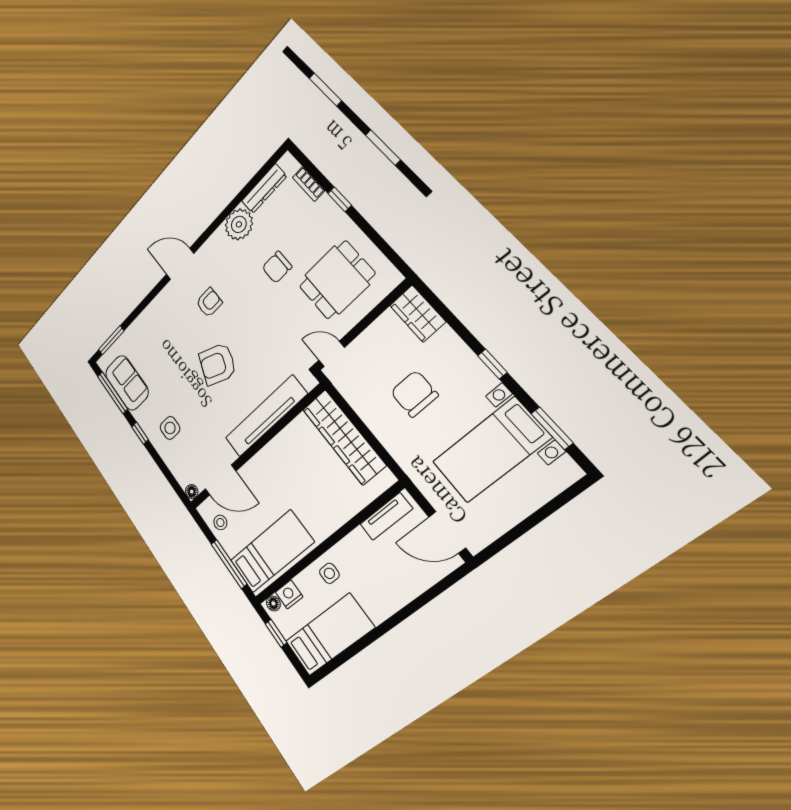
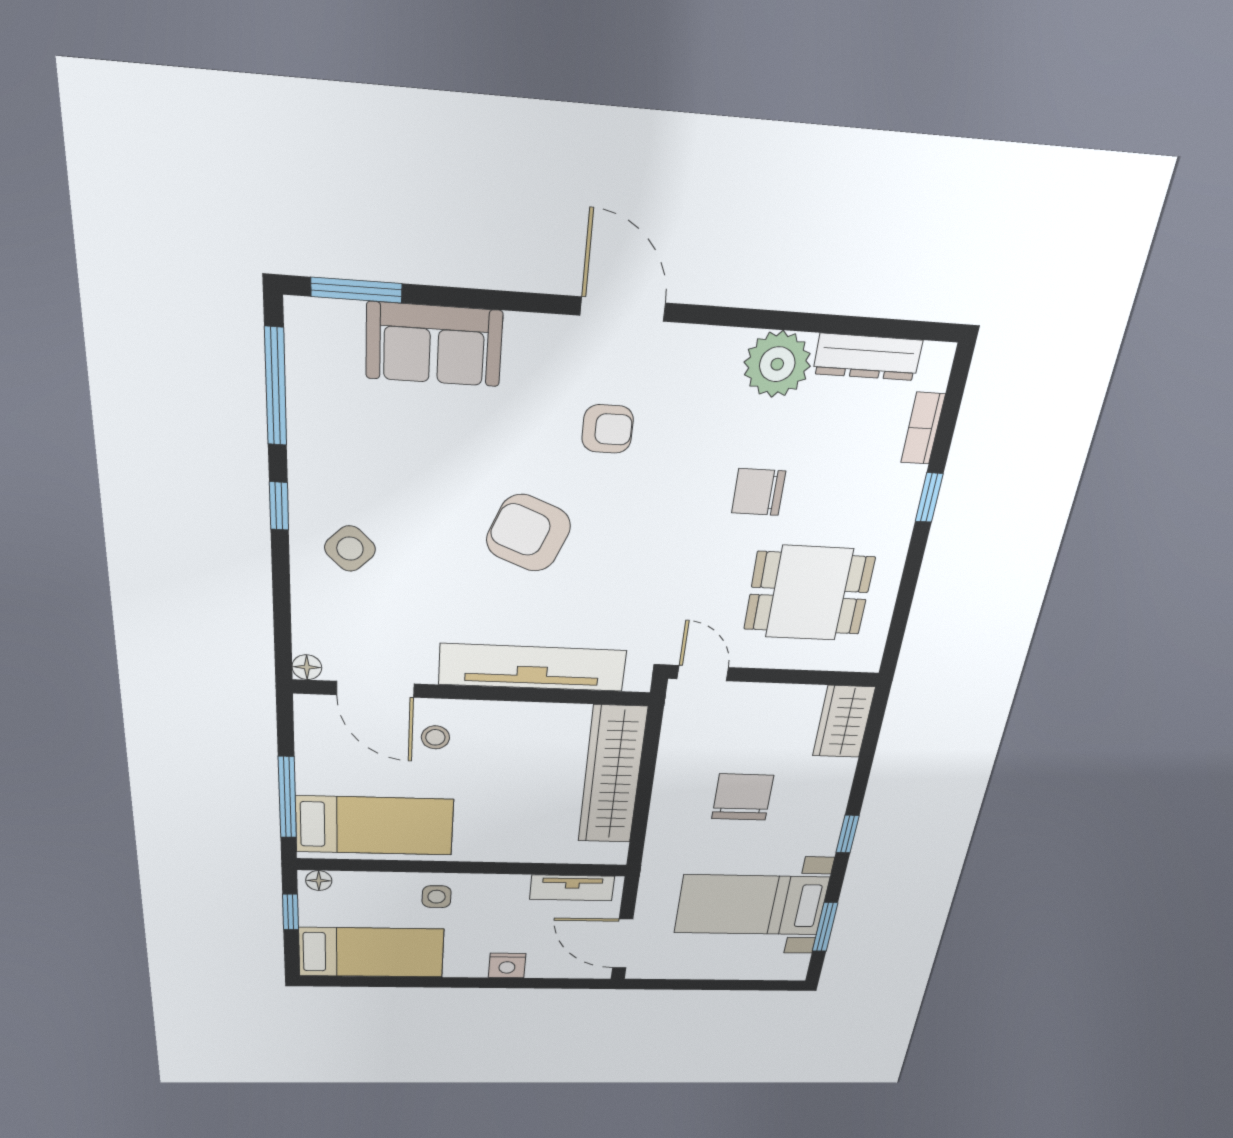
sofa: (127, 383) -> (434, 344), moved, turned 90
side table: (170, 428) -> (350, 549), turned 45
stool: (220, 522) -> (435, 737), moved
nightstand: (289, 594) -> (507, 965), moved, turned 180

